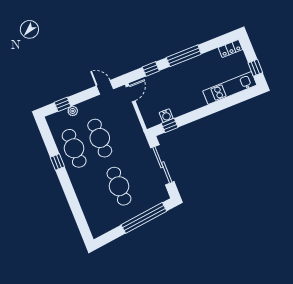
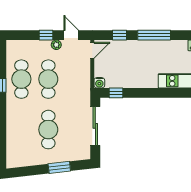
window: (63, 104) -> (46, 35), moved
plant: (73, 111) -> (56, 45), moved
water cooler: (166, 116) -> (99, 83), moved
window: (144, 218) -> (59, 167), width x0.47

